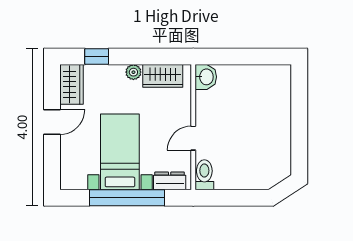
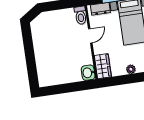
wardrobe: (163, 76) -> (103, 66), moved, turned 90

